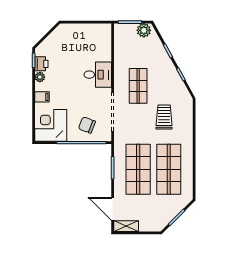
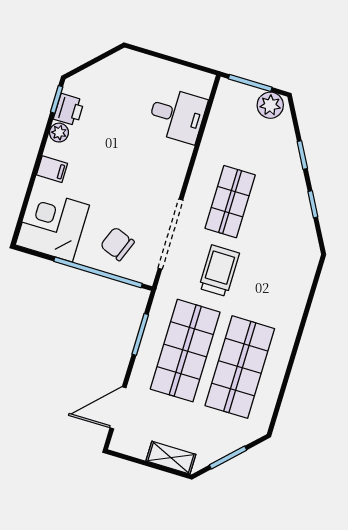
desk: (98, 75) -> (177, 115), moved
trolley: (164, 117) -> (219, 271), moved
door: (113, 209) -> (118, 408), hinge flipped
shelving: (126, 226) -> (171, 458), moved

